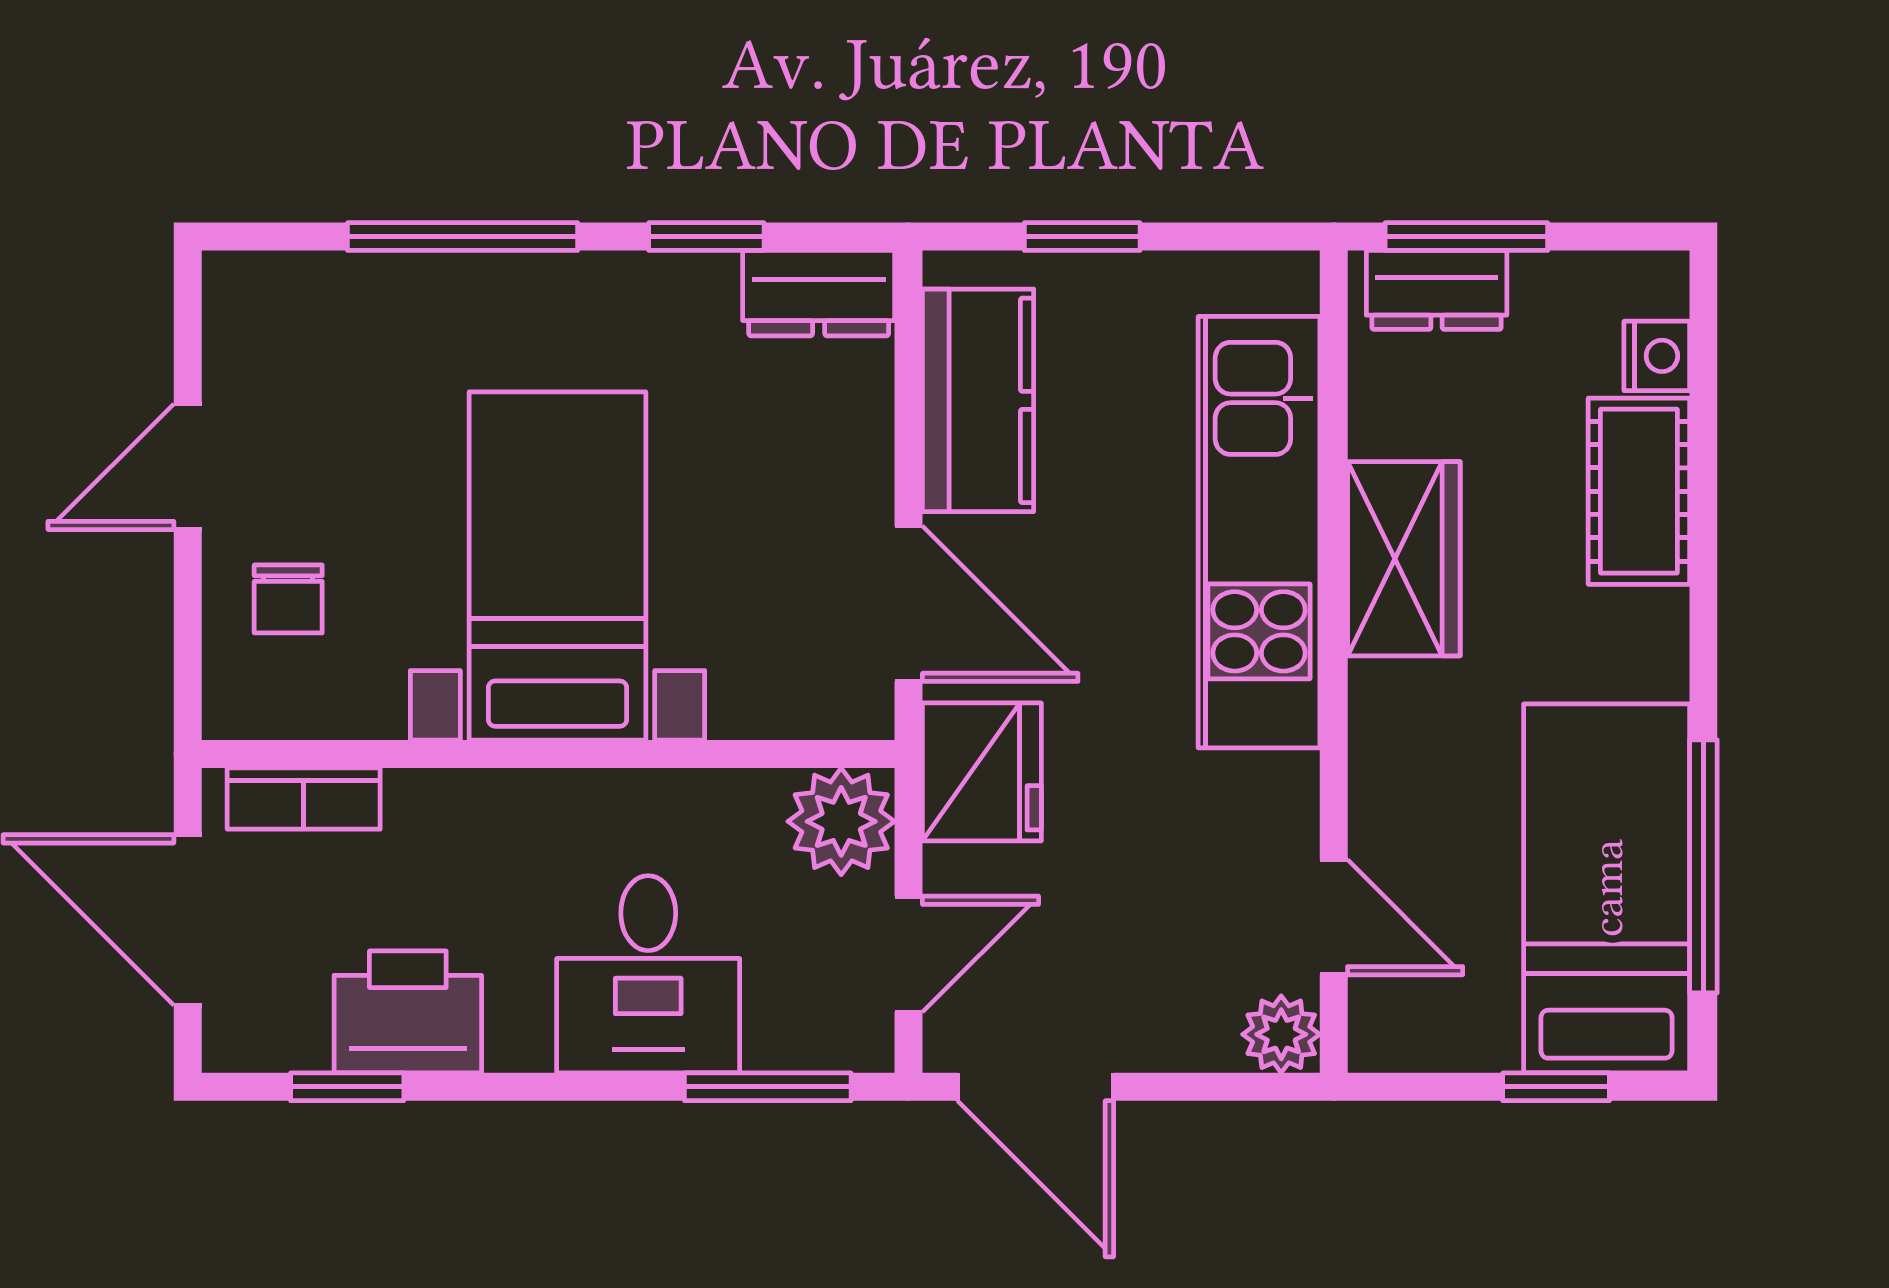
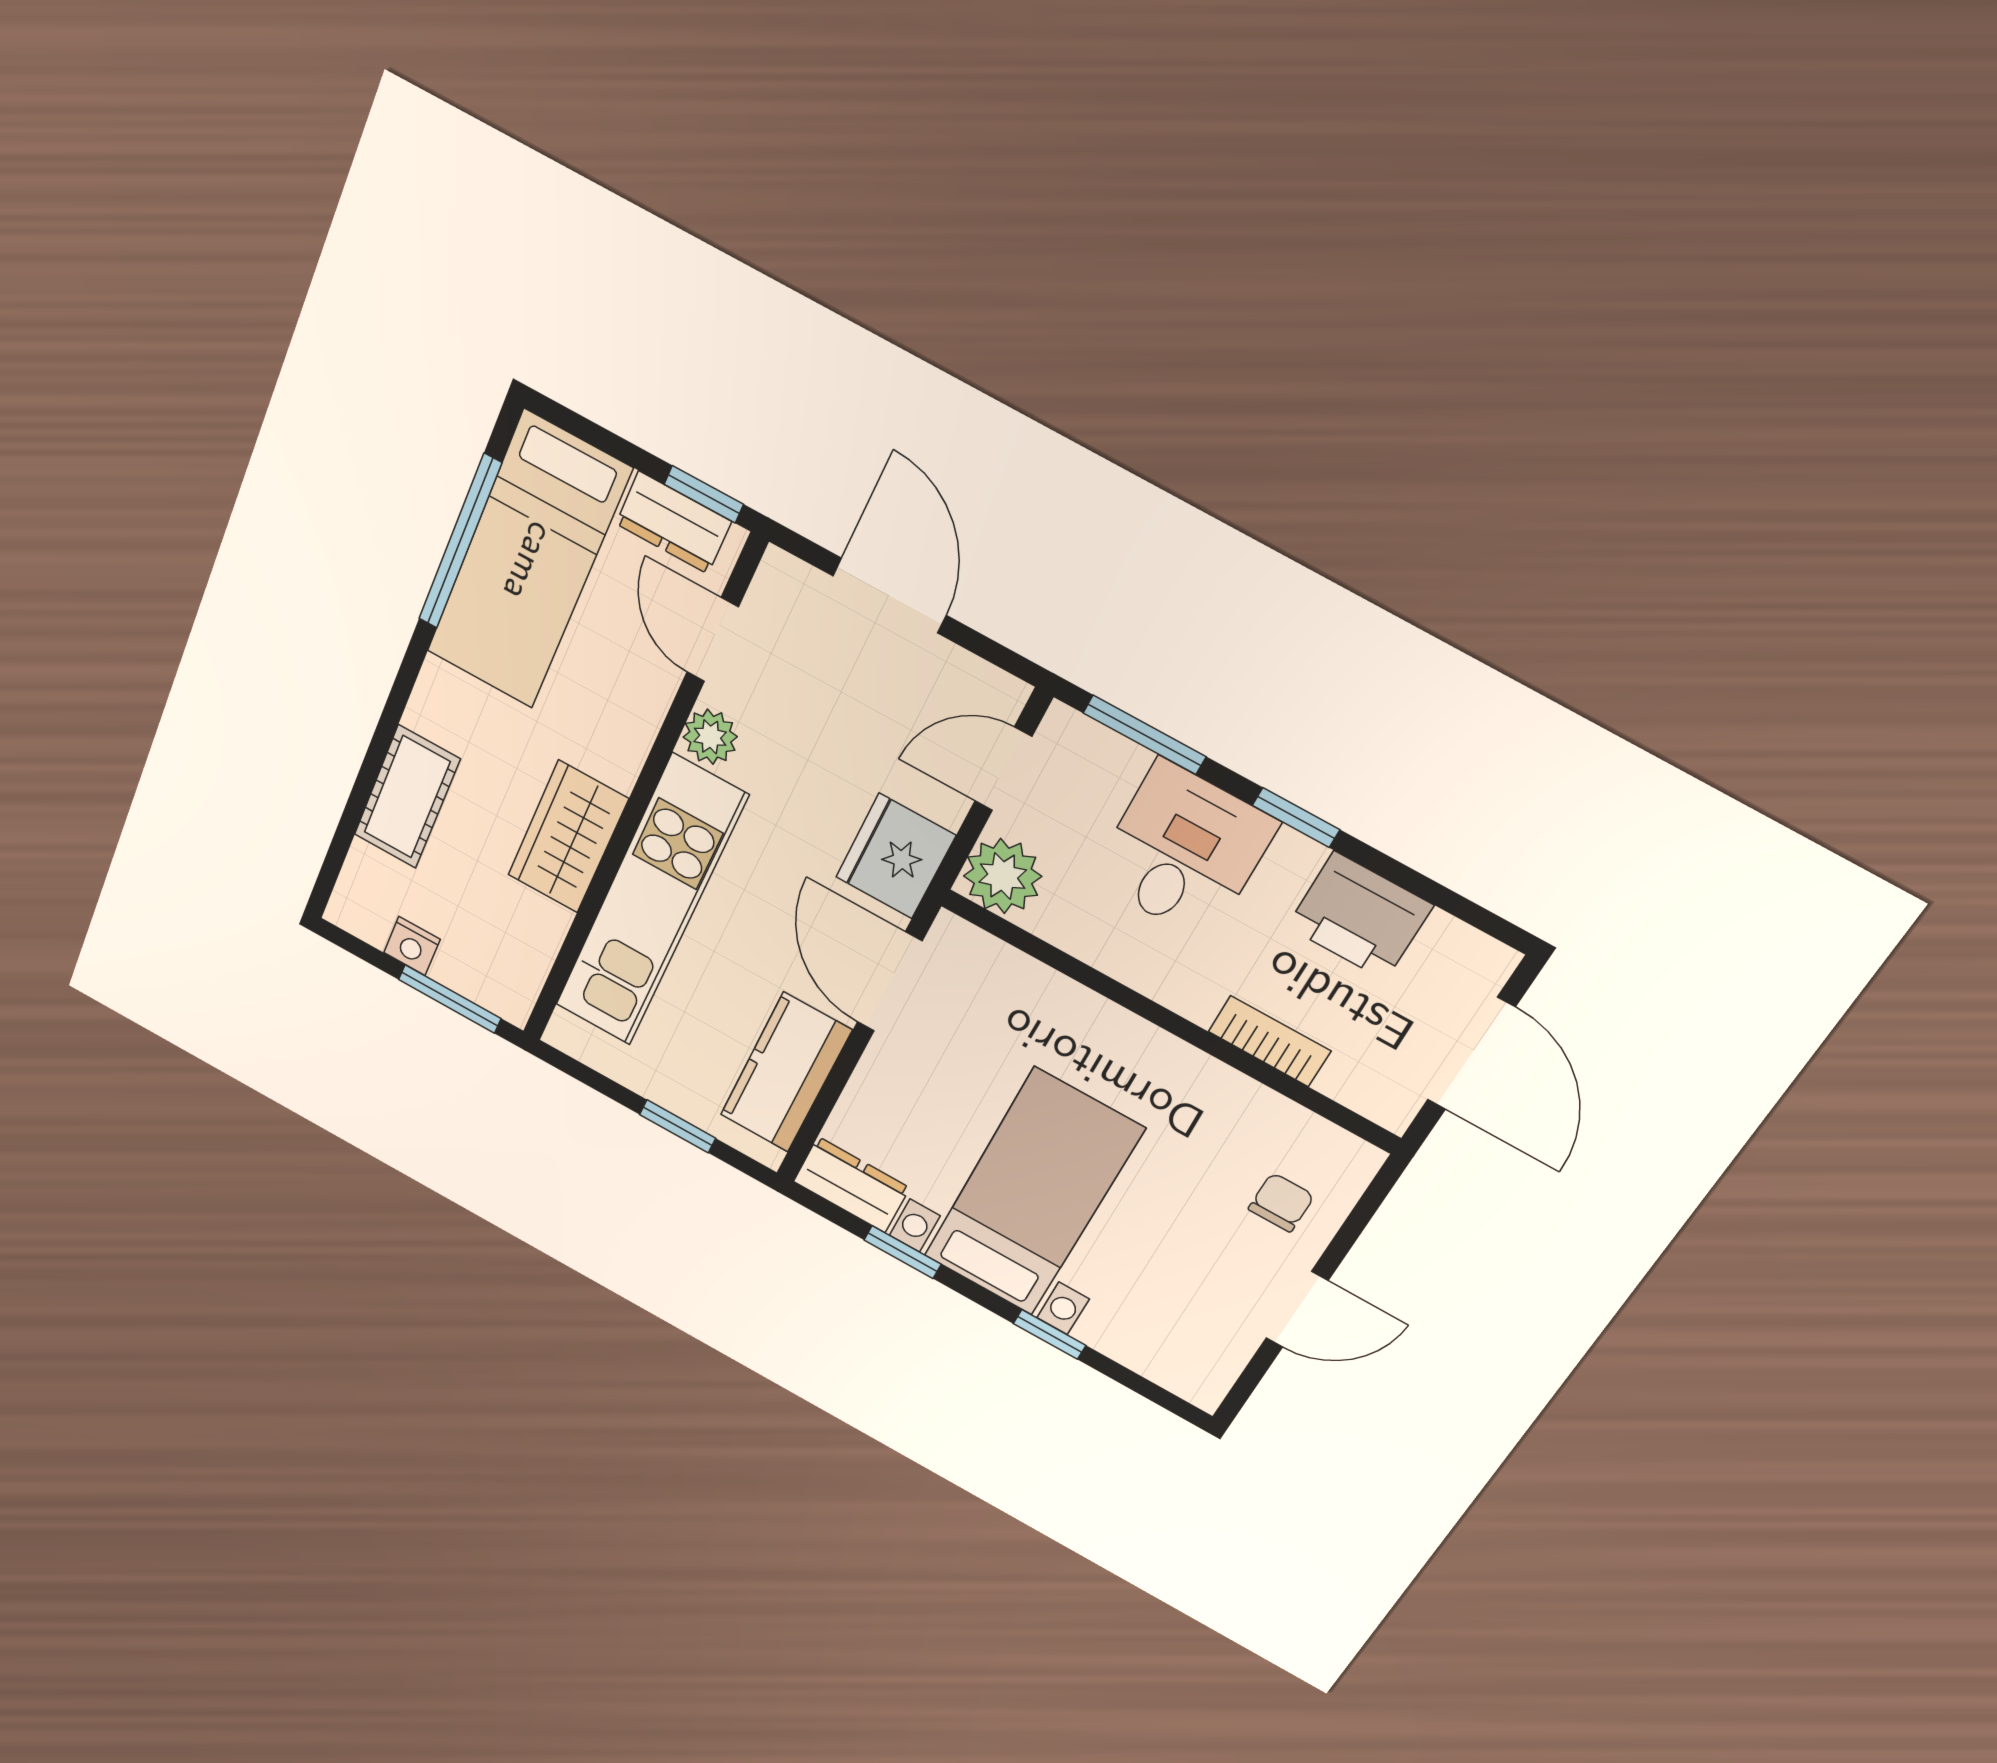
window: (463, 237) -> (1050, 1334), width x0.46
dresser: (1437, 290) -> (673, 523), moved, turned 180
nightstand: (1657, 356) -> (412, 946), moved, turned -90
bed with nightstands: (557, 566) -> (1033, 1193), moved, turned 180
bookcase: (304, 799) -> (1270, 1041), moved
plant: (1281, 1034) -> (710, 737), moved
window: (347, 1087) -> (1296, 818), moved
door: (1035, 1087) -> (890, 596), moved
window: (1556, 1087) -> (704, 494), moved

